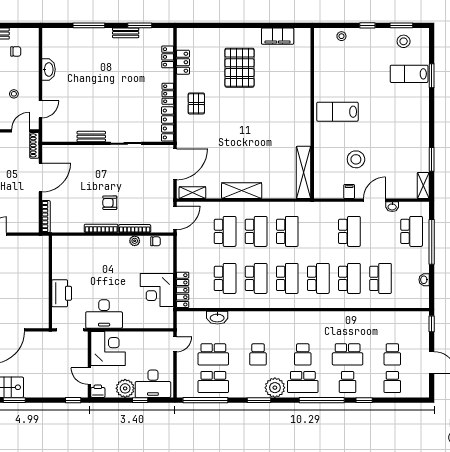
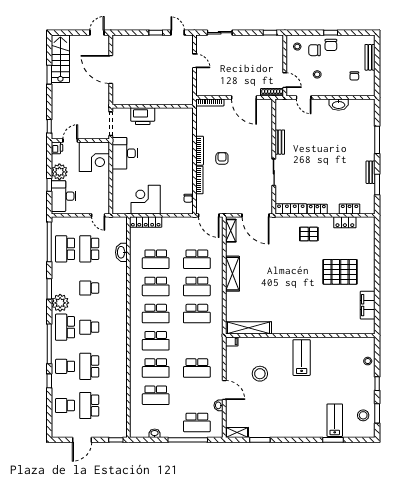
filing cabinet: (349, 191) -> (232, 341), moved
plant: (135, 241) -> (189, 180), removed
school desk: (392, 354) -> (89, 406), width x1.85

